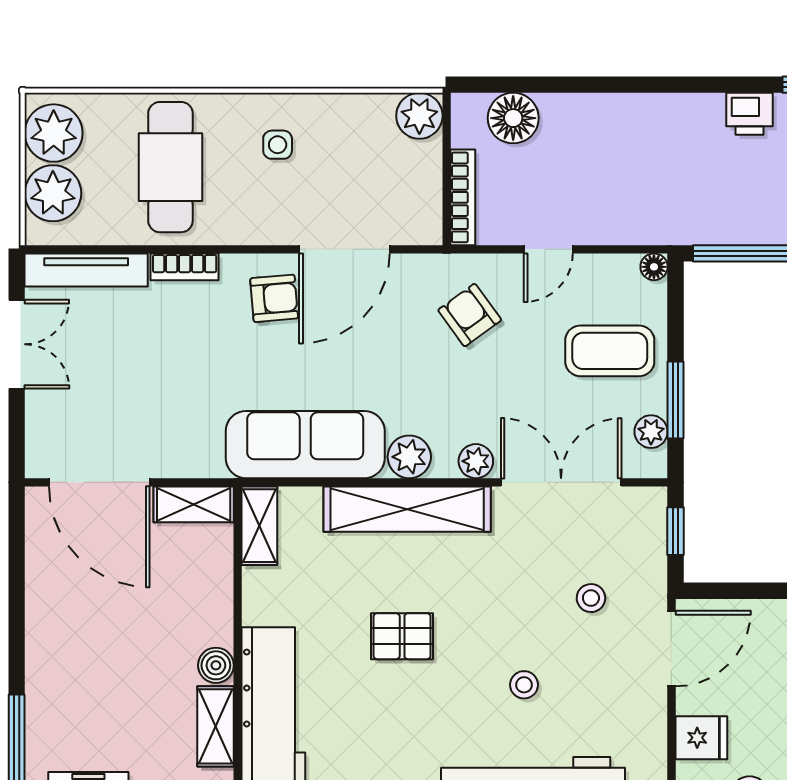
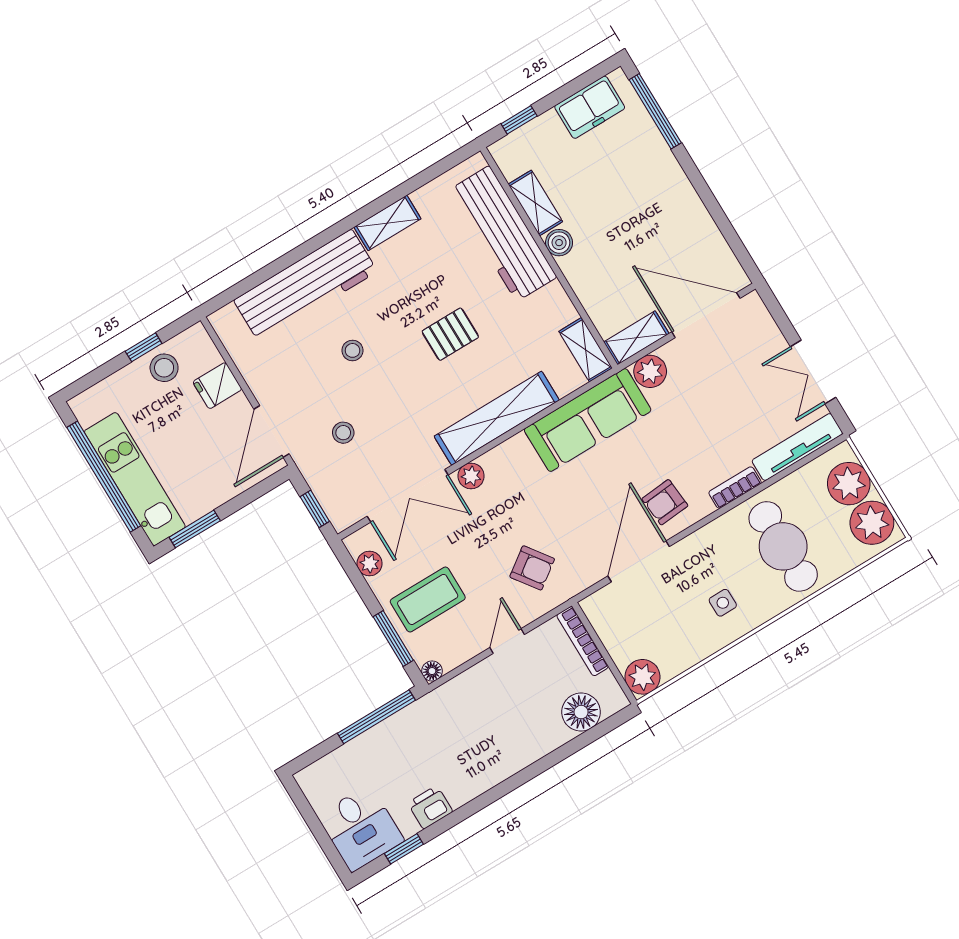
window: (676, 400) -> (393, 638), moved
plant: (409, 457) -> (650, 371), moved

